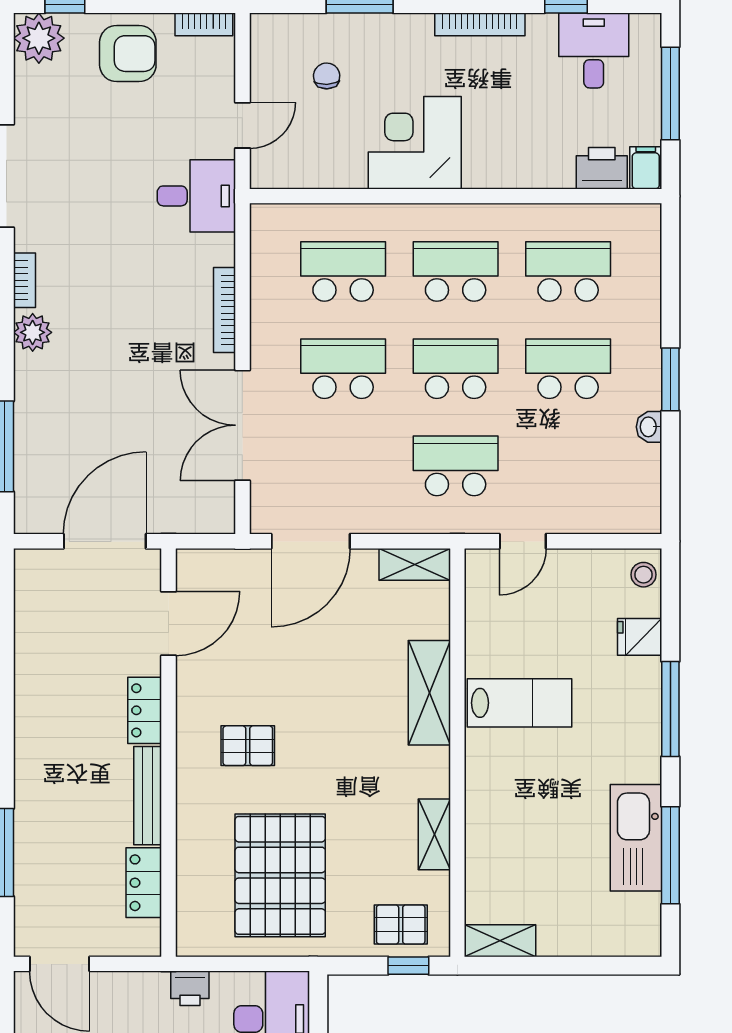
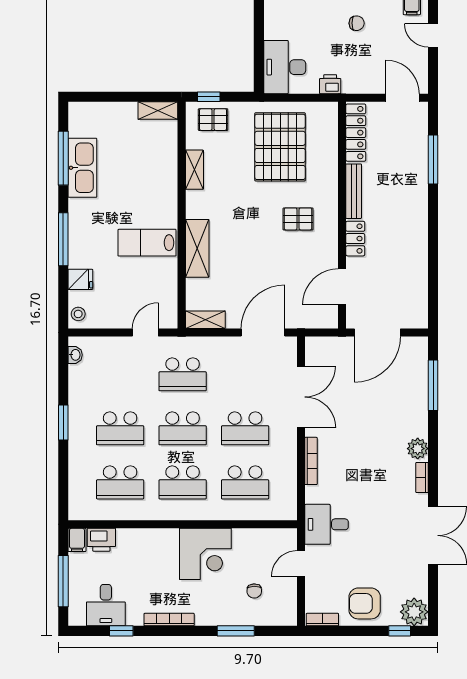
washbasin: (649, 427) -> (75, 355), moved
locker: (144, 883) -> (356, 133), width x1.53

